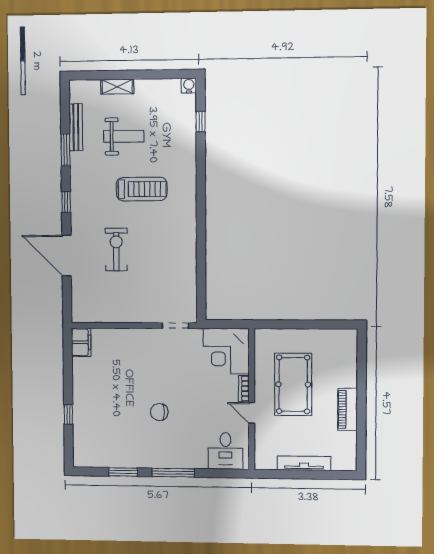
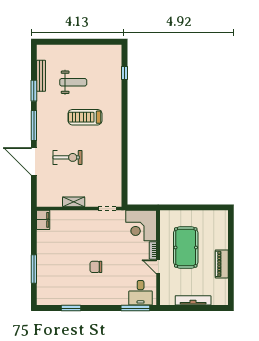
water cooler: (189, 86) -> (117, 49), removed
shelving: (117, 87) -> (74, 202), moved
treadmill: (142, 189) -> (85, 117), turned 180
window: (66, 202) -> (34, 126), width x2.17
exercise bike: (116, 250) -> (68, 157), turned 90
window: (68, 414) -> (34, 269), width x2.17
window: (173, 473) -> (135, 308), moved

